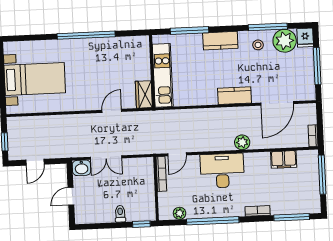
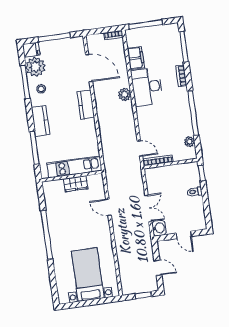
wardrobe: (144, 94) -> (76, 184), moved
desk: (222, 171) -> (147, 87), moved

